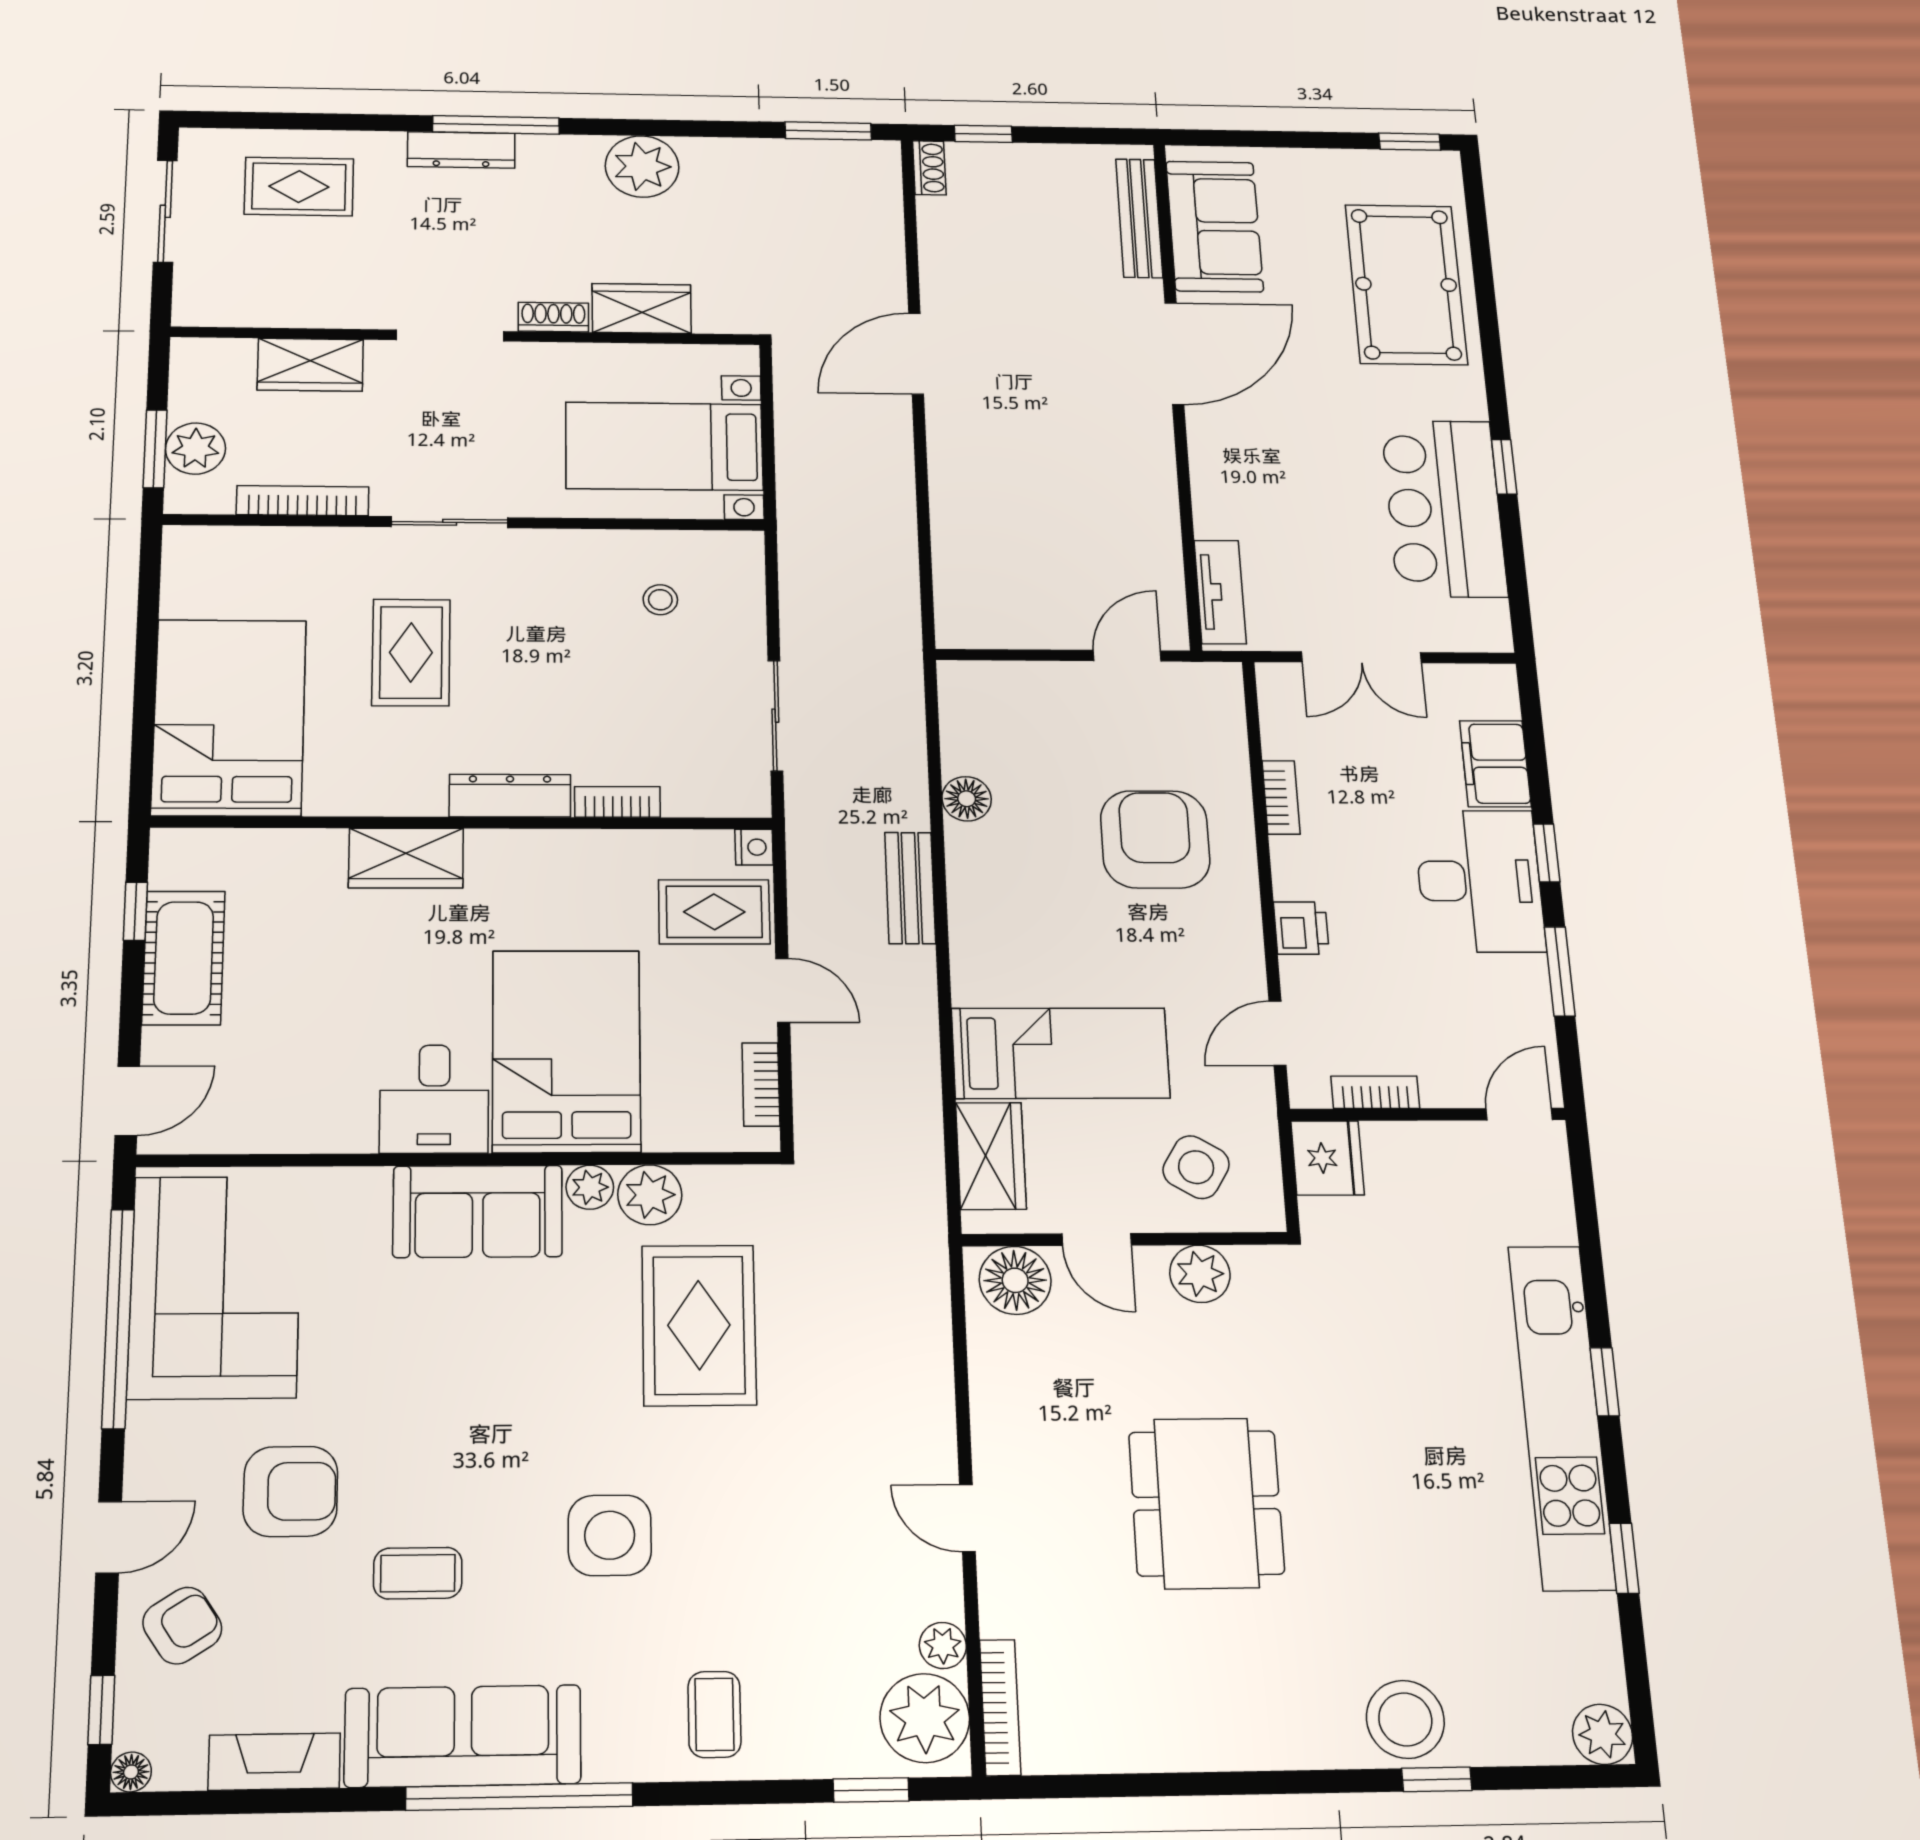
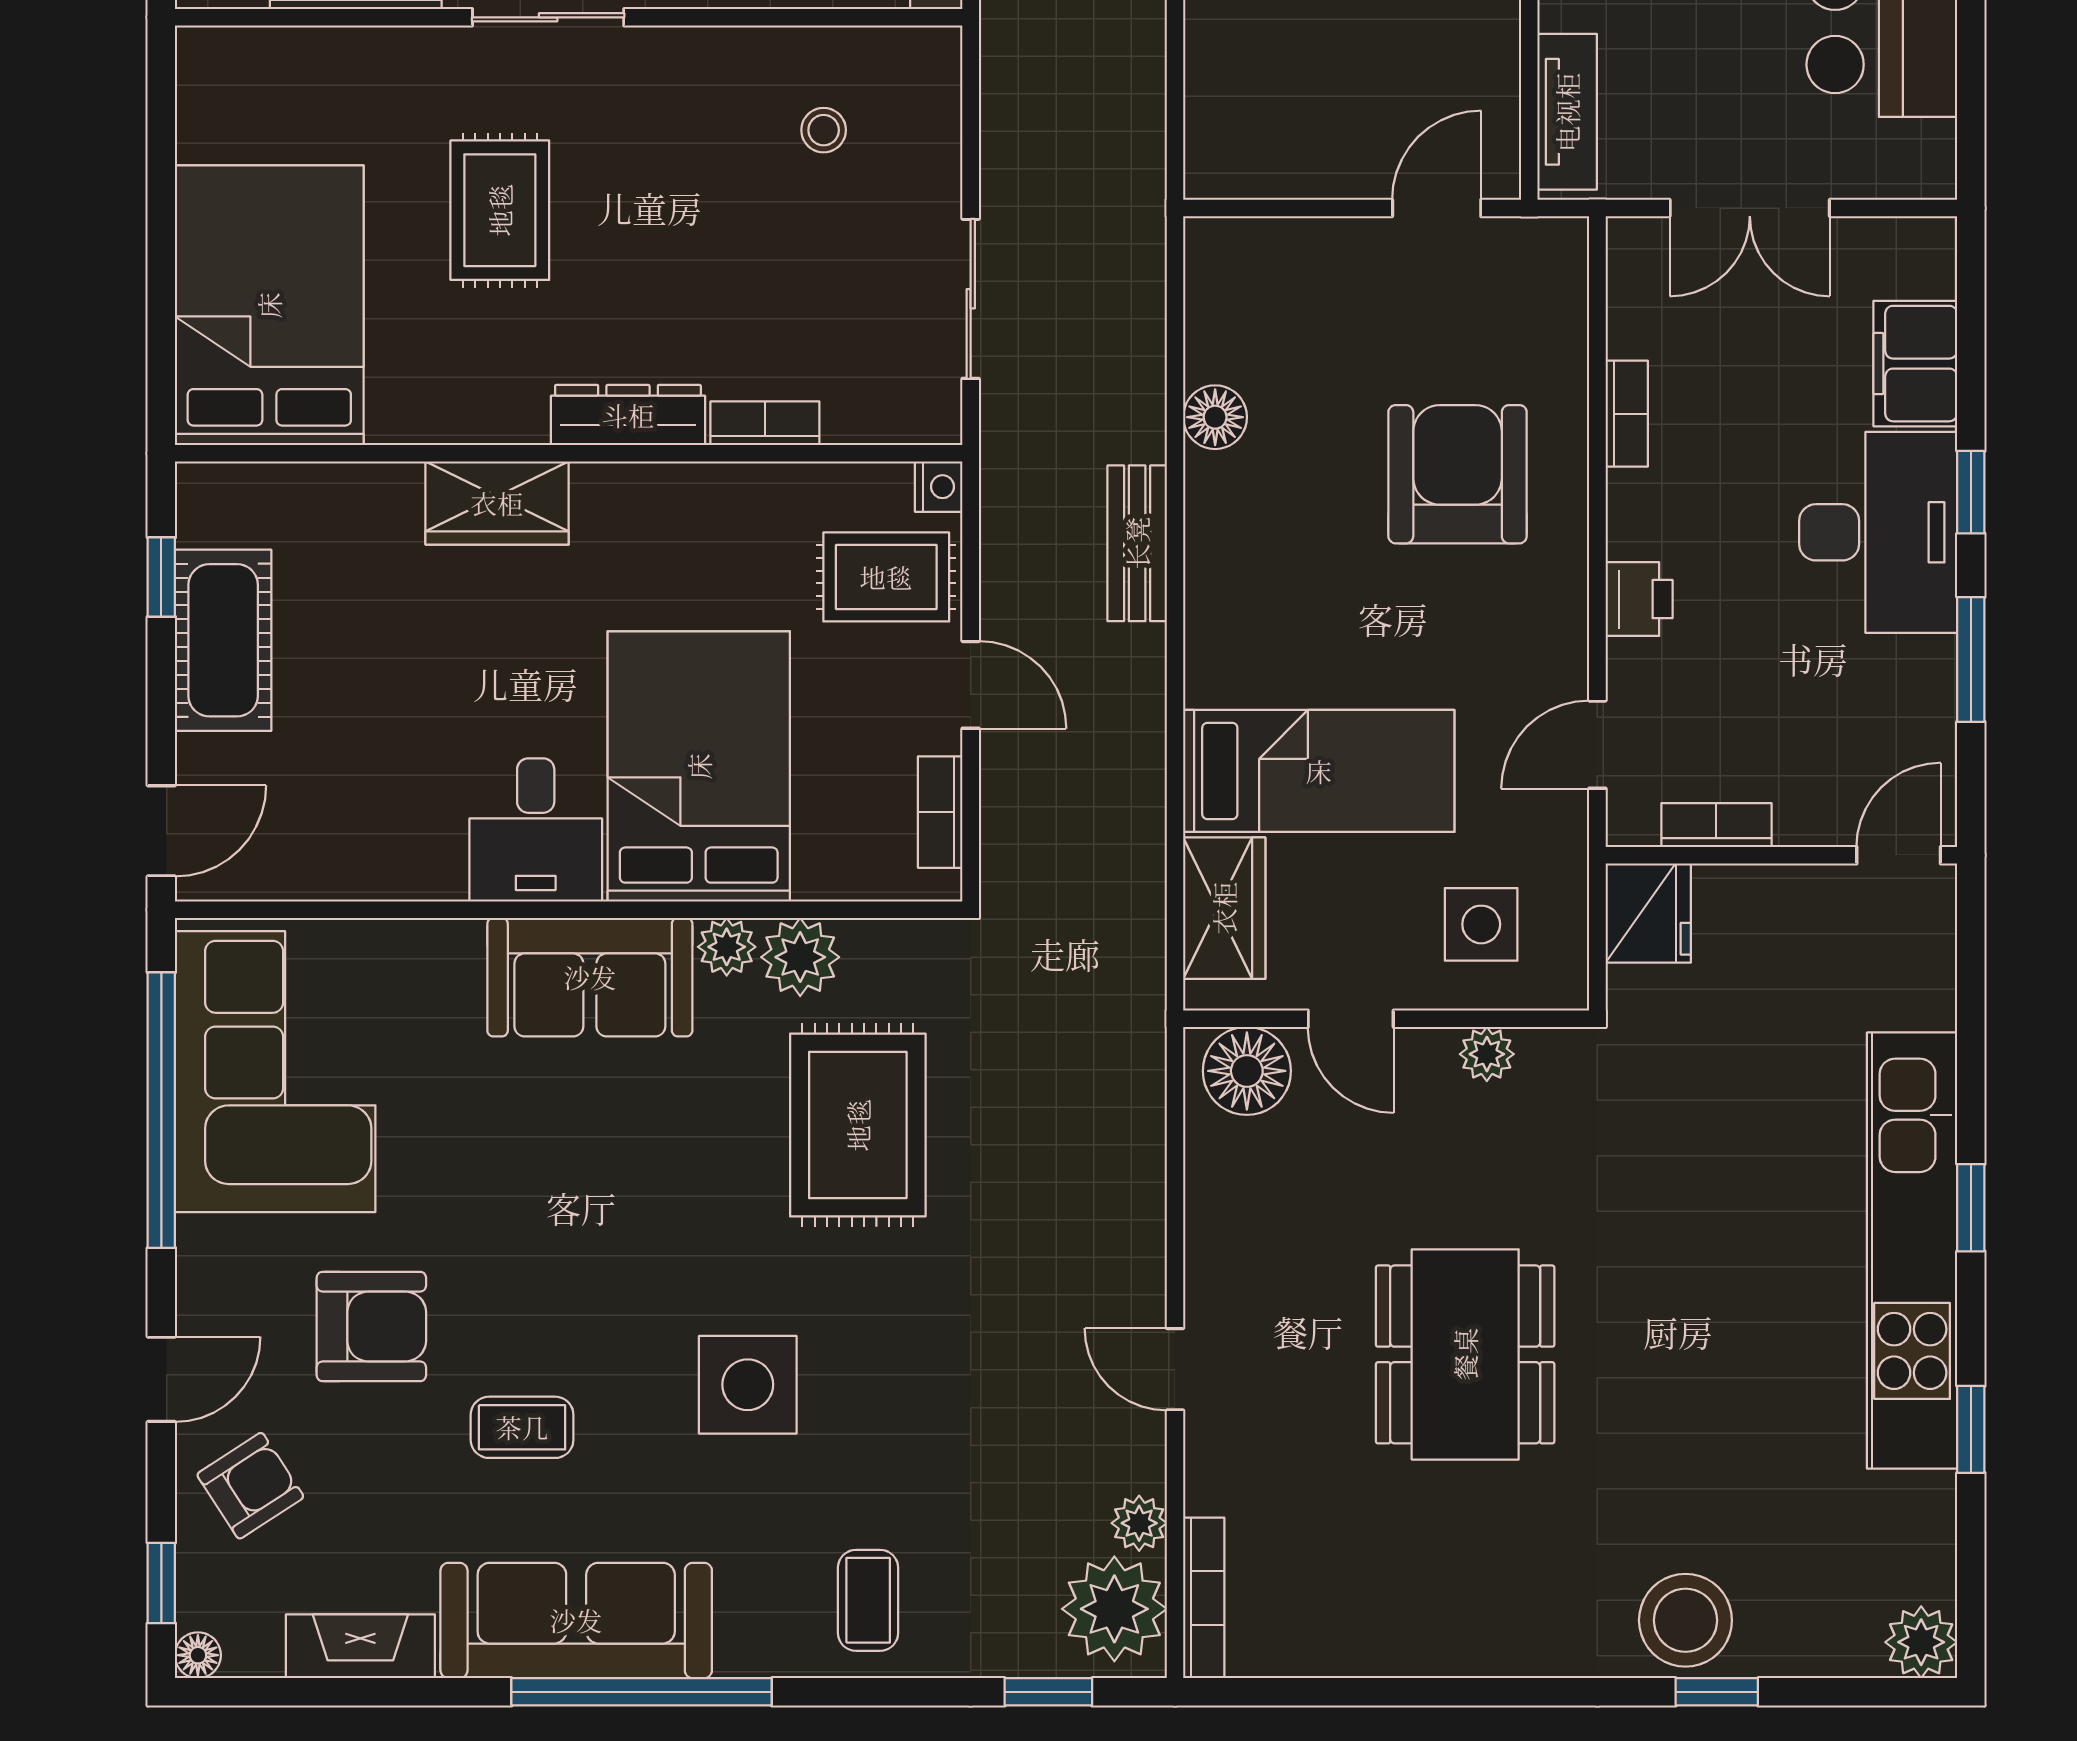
side table: (1196, 1167) -> (1481, 924), turned -31
plant: (1200, 1274) -> (1487, 1054), width x0.73, depth x0.73

